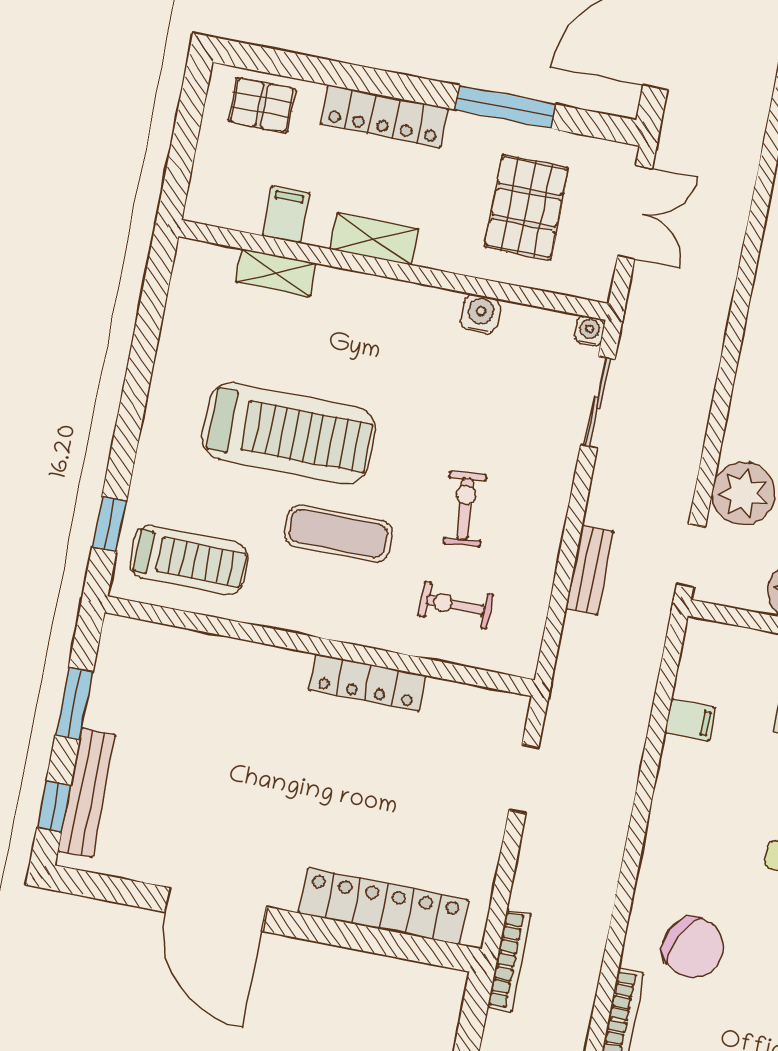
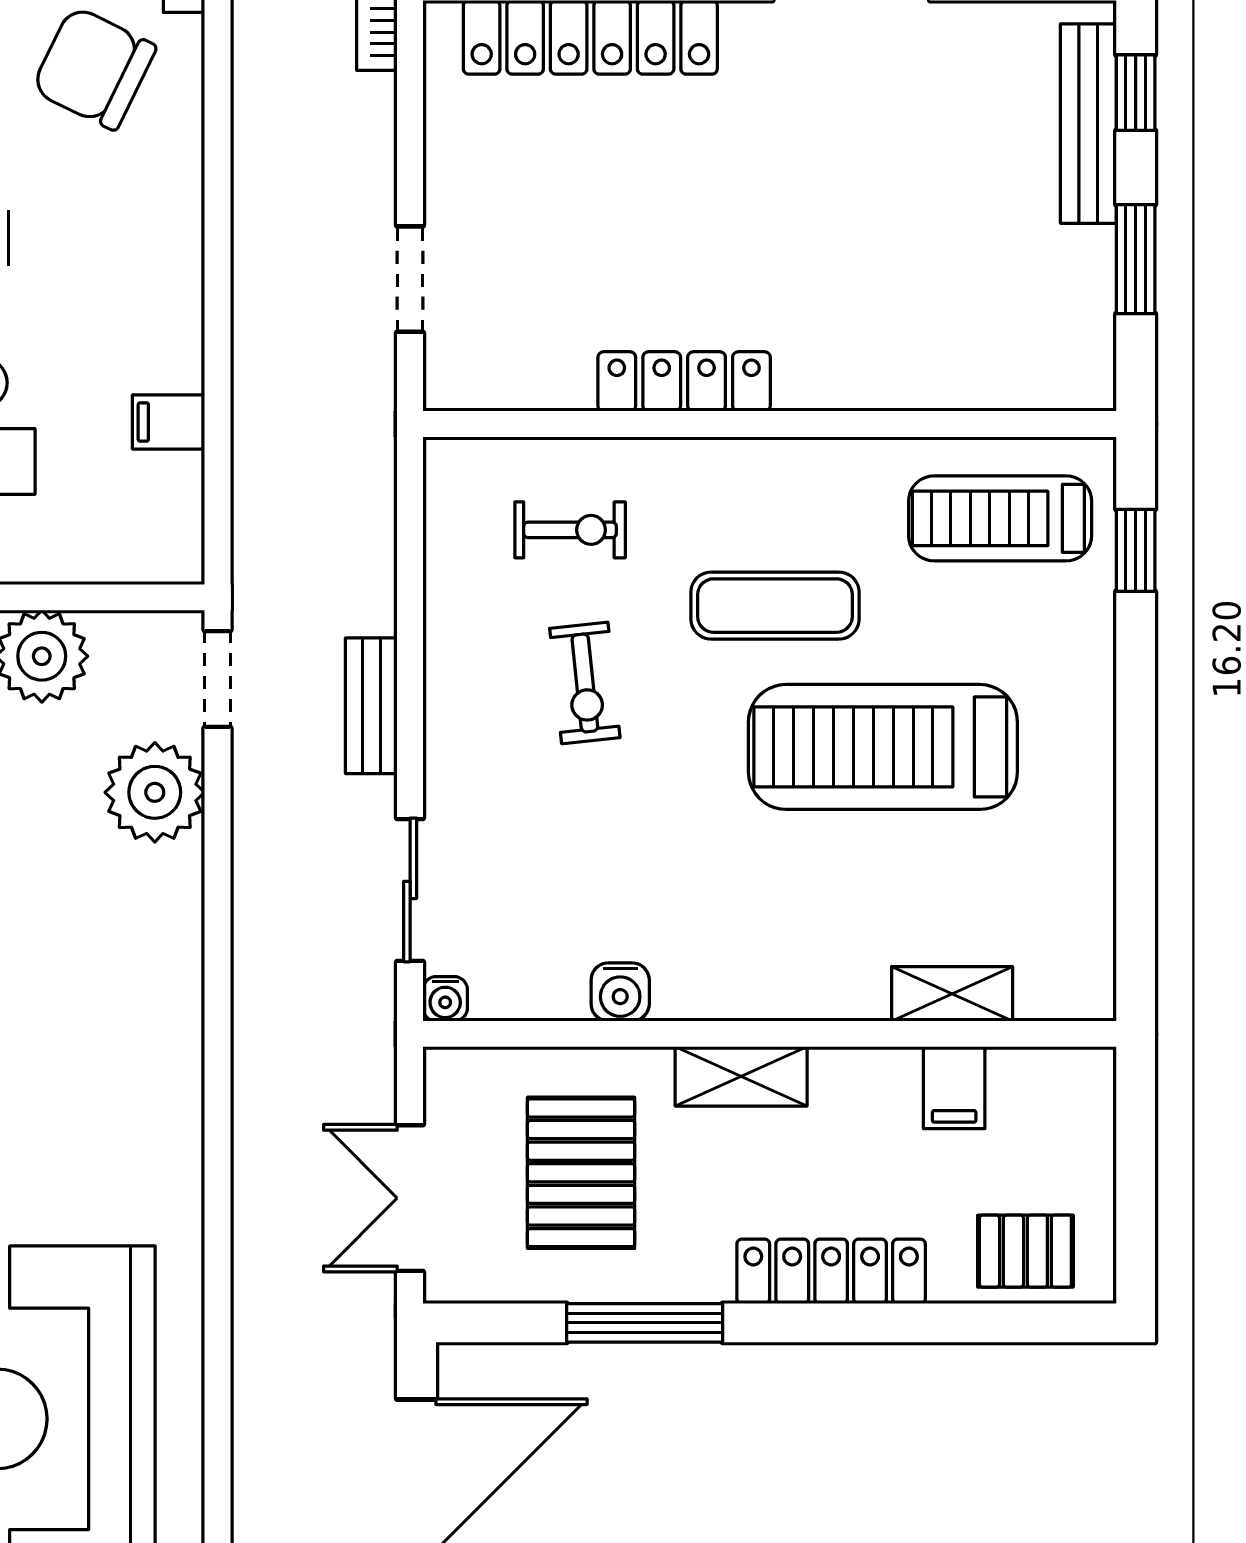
shelving: (374, 239) -> (741, 1076), moved
bench: (590, 570) -> (371, 706), moved

